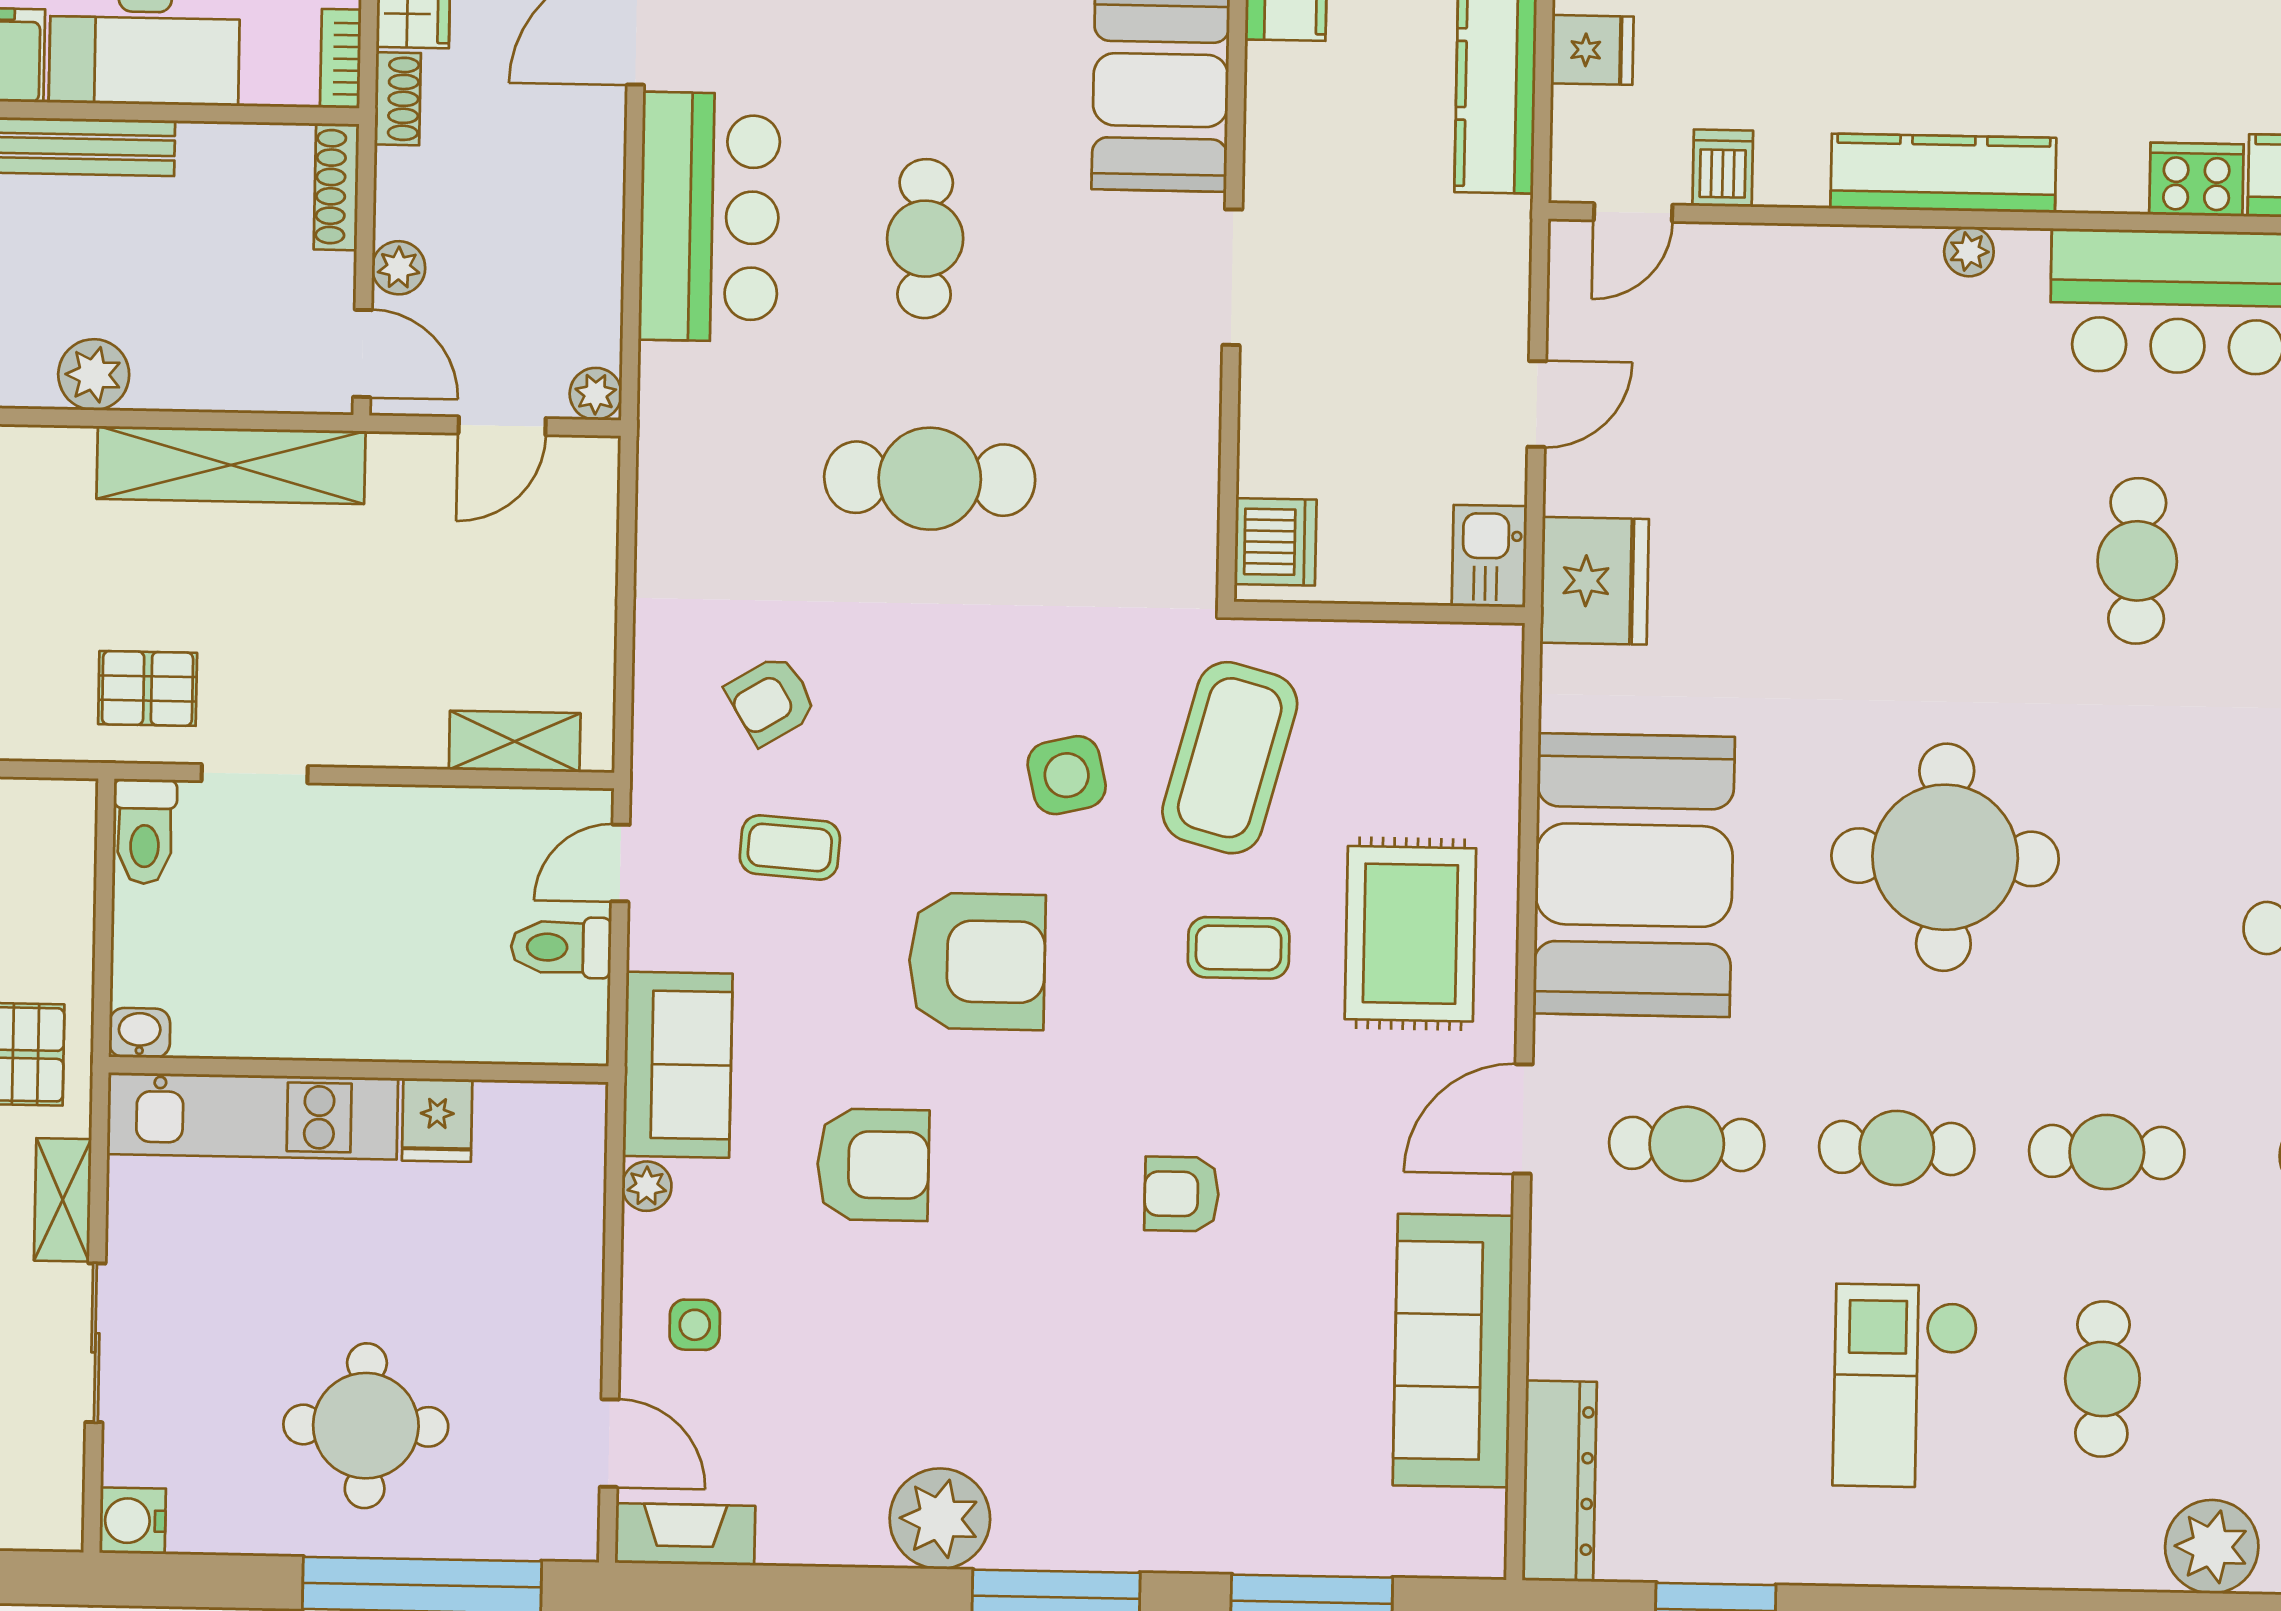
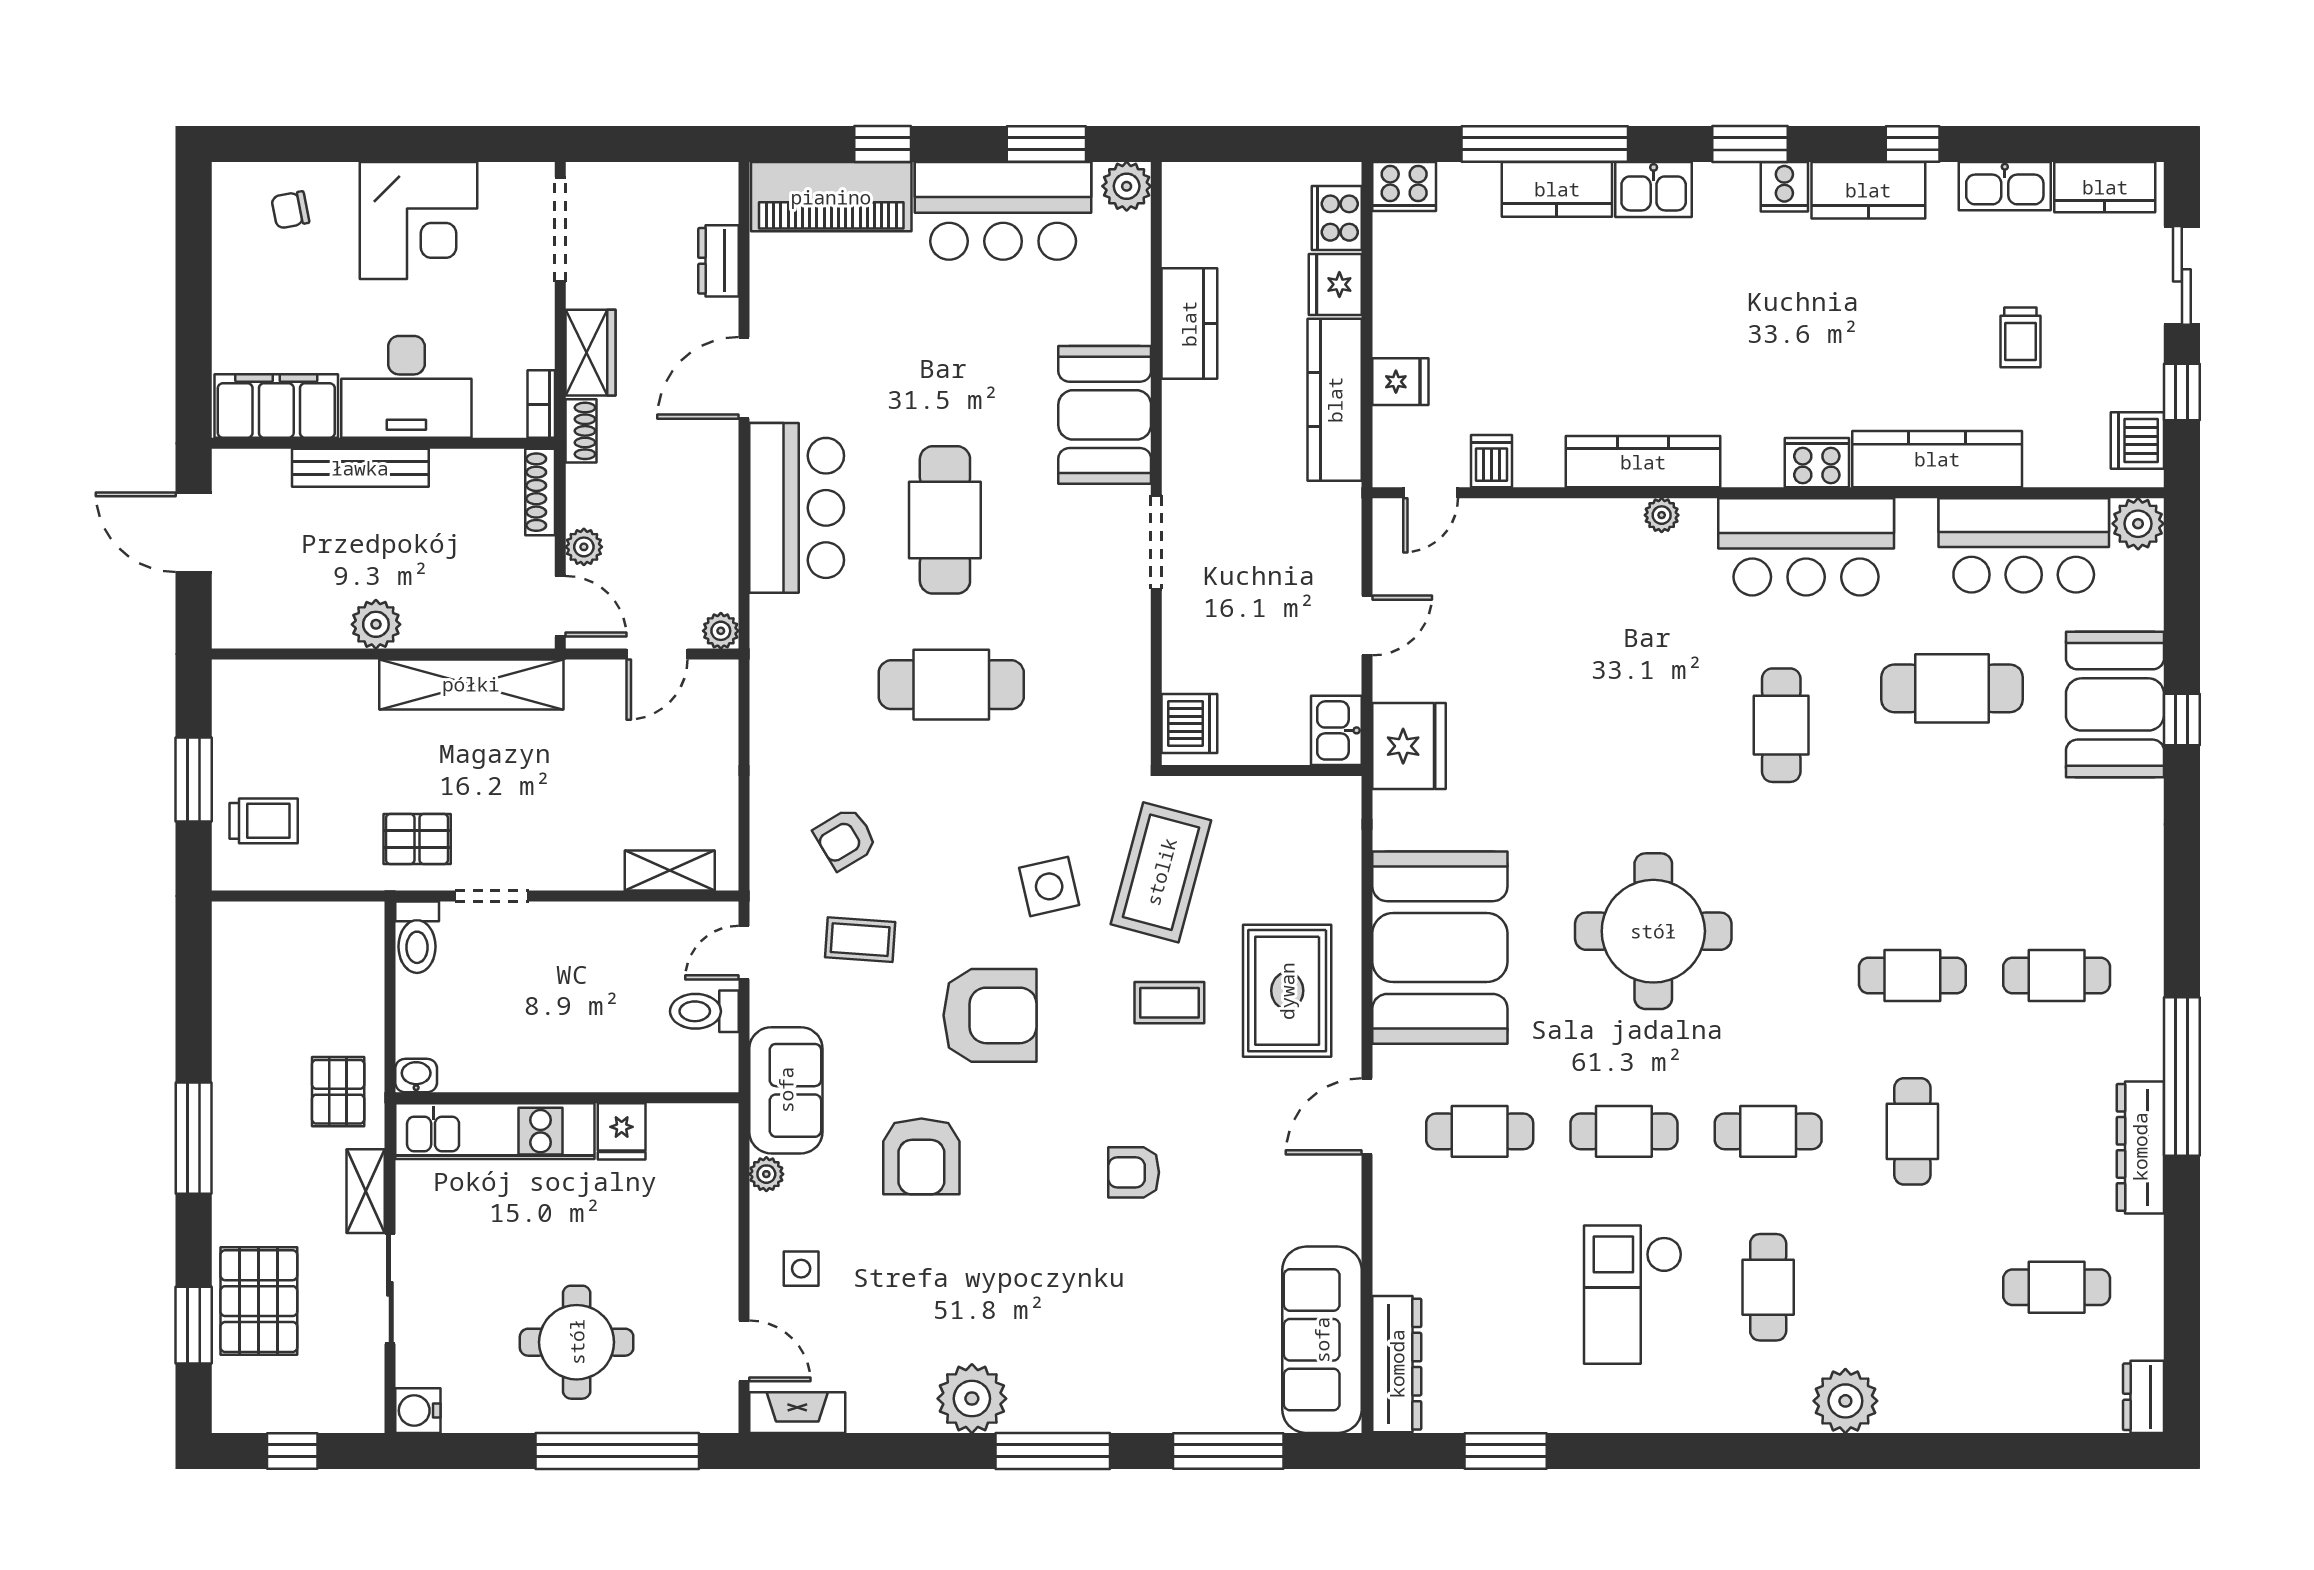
cafe table: (925, 239) -> (945, 520), width x1.37, depth x1.35
armchair: (873, 1165) -> (921, 1156), turned 90
sofa: (1453, 1351) -> (1322, 1340), moved

